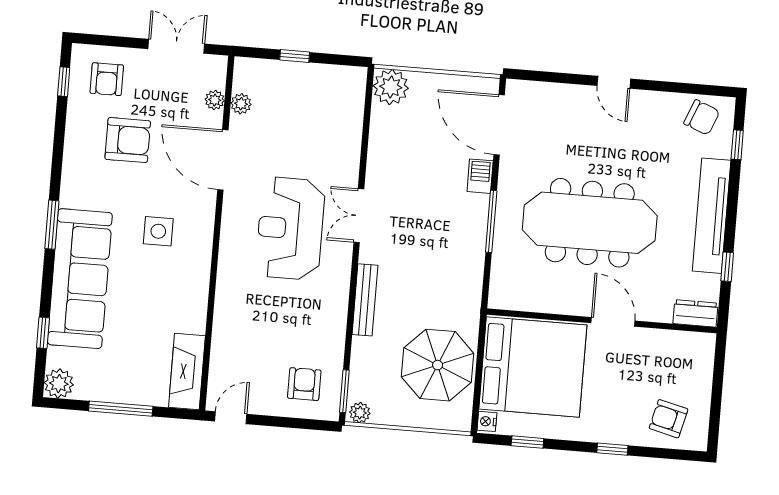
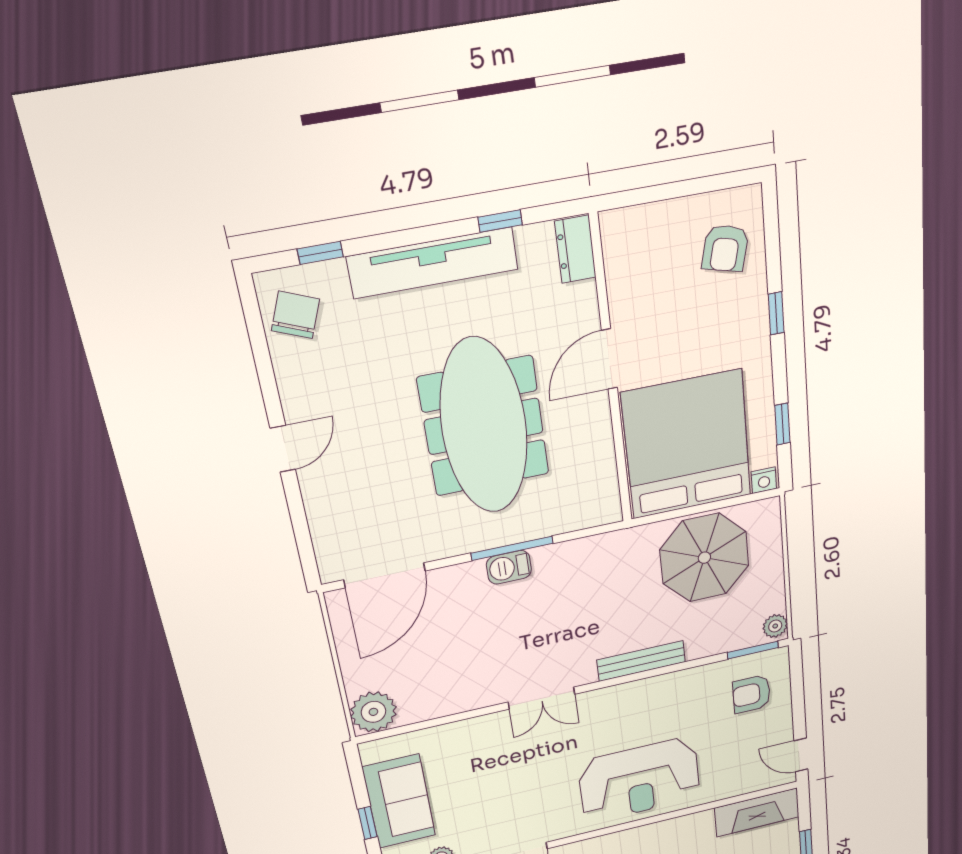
sofa: (305, 85) -> (399, 801), added
barbecue: (480, 176) -> (509, 567), moved
reception desk: (290, 228) -> (639, 780), moved

